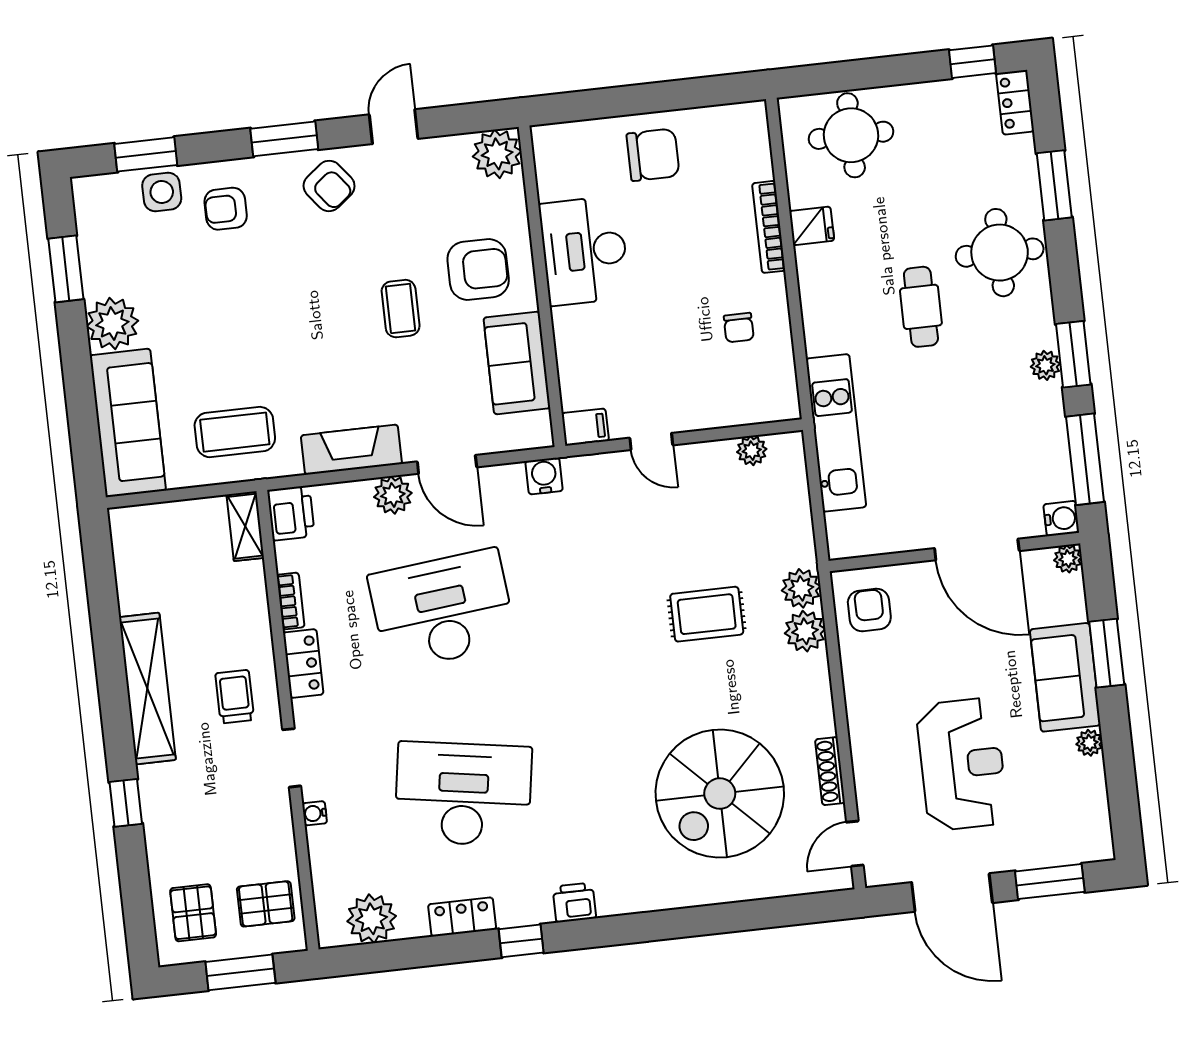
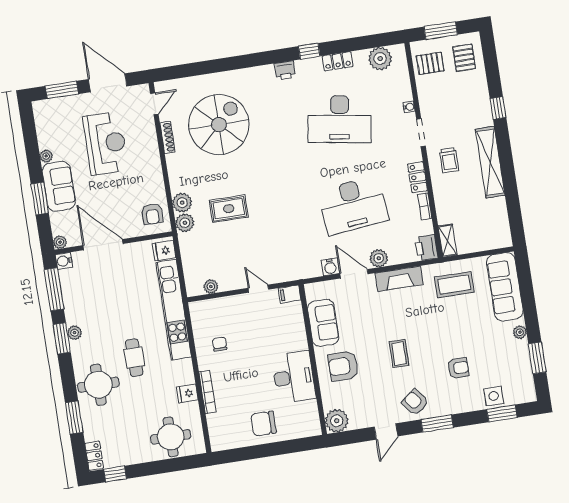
armchair: (226, 209) -> (458, 368), moved
coffee table: (401, 309) -> (399, 354), moved
plant: (112, 324) -> (520, 332), width x0.53, depth x0.53
kitchen unit: (836, 433) -> (174, 310), width x1.36
water cooler: (544, 476) -> (330, 267), moved
fridge: (848, 531) -> (164, 251), added
reception desk: (962, 764) -> (106, 143), turned 180

